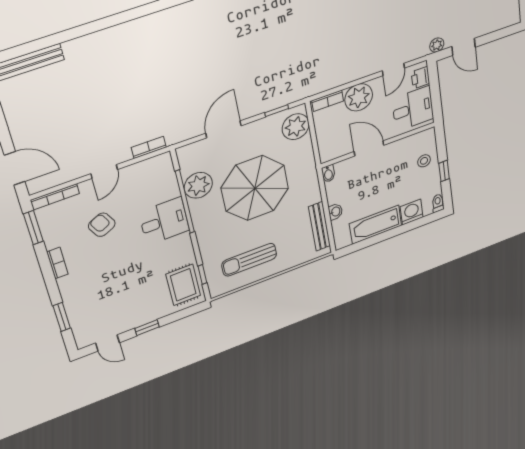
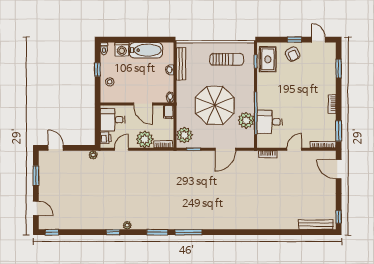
door: (464, 47) -> (56, 148), moved
filing cabinet: (327, 152) -> (169, 112), added
desk: (164, 221) -> (270, 122), moved
armchair: (102, 225) -> (293, 54), moved

